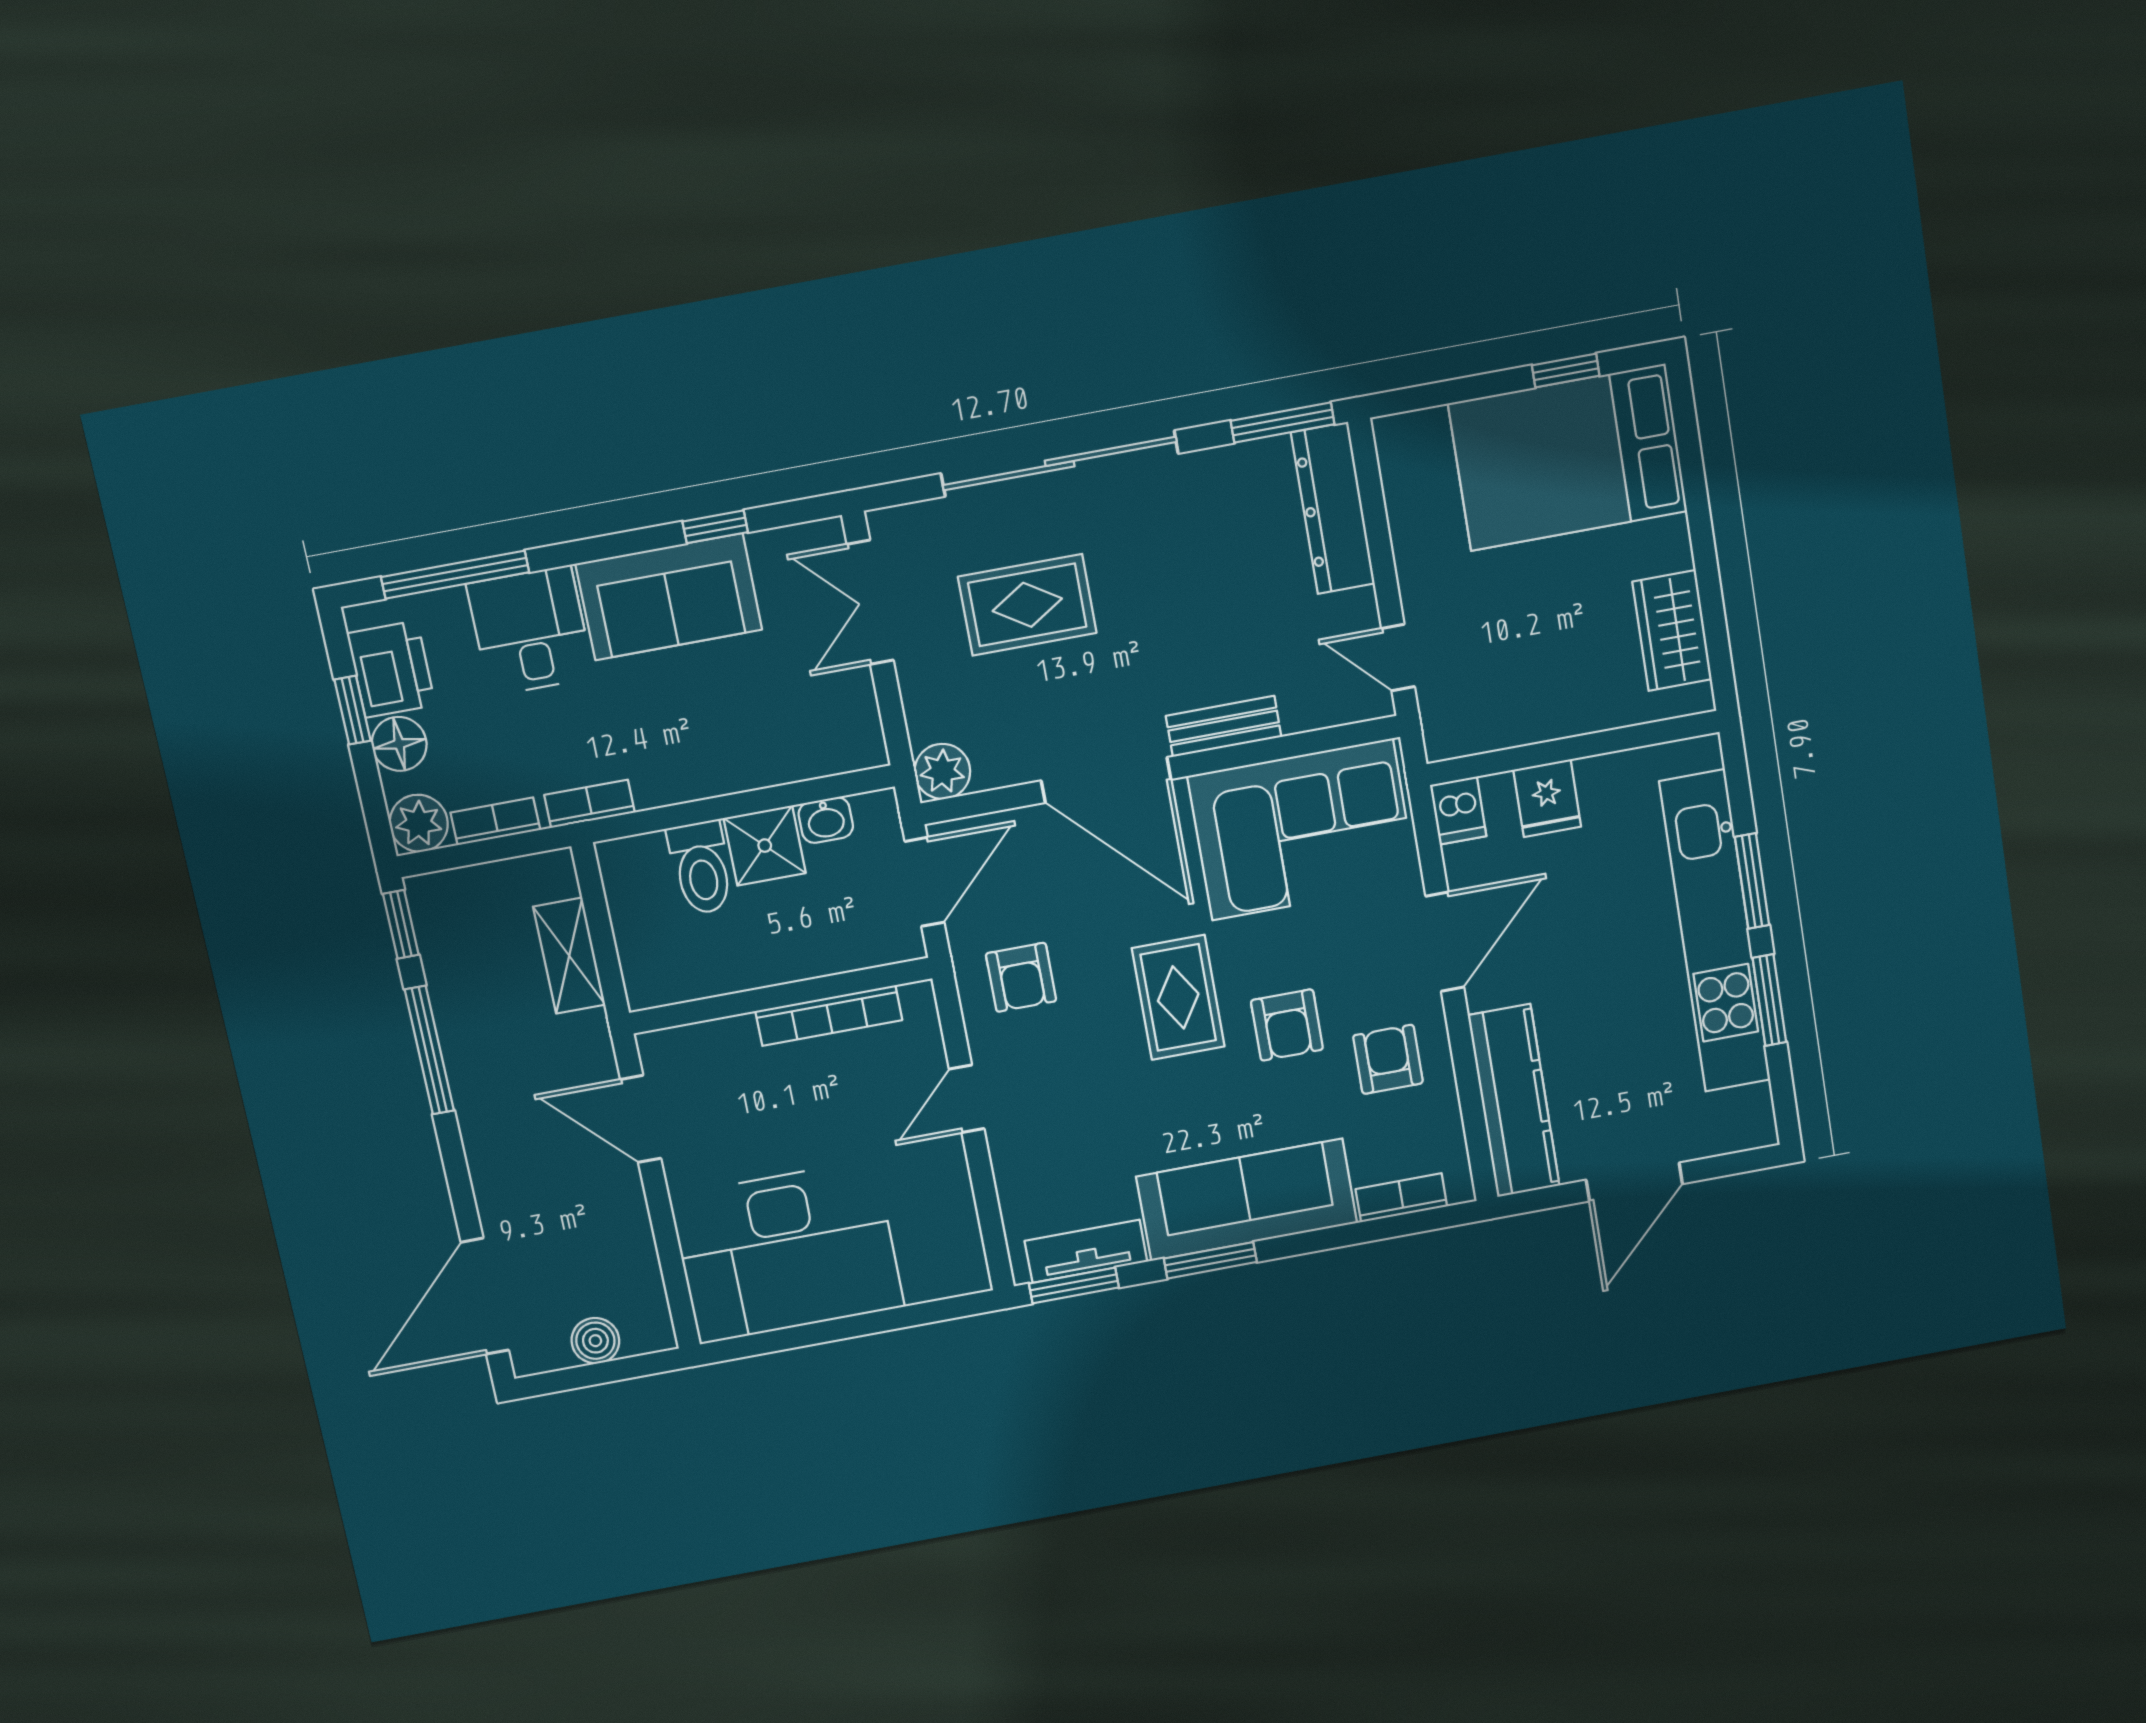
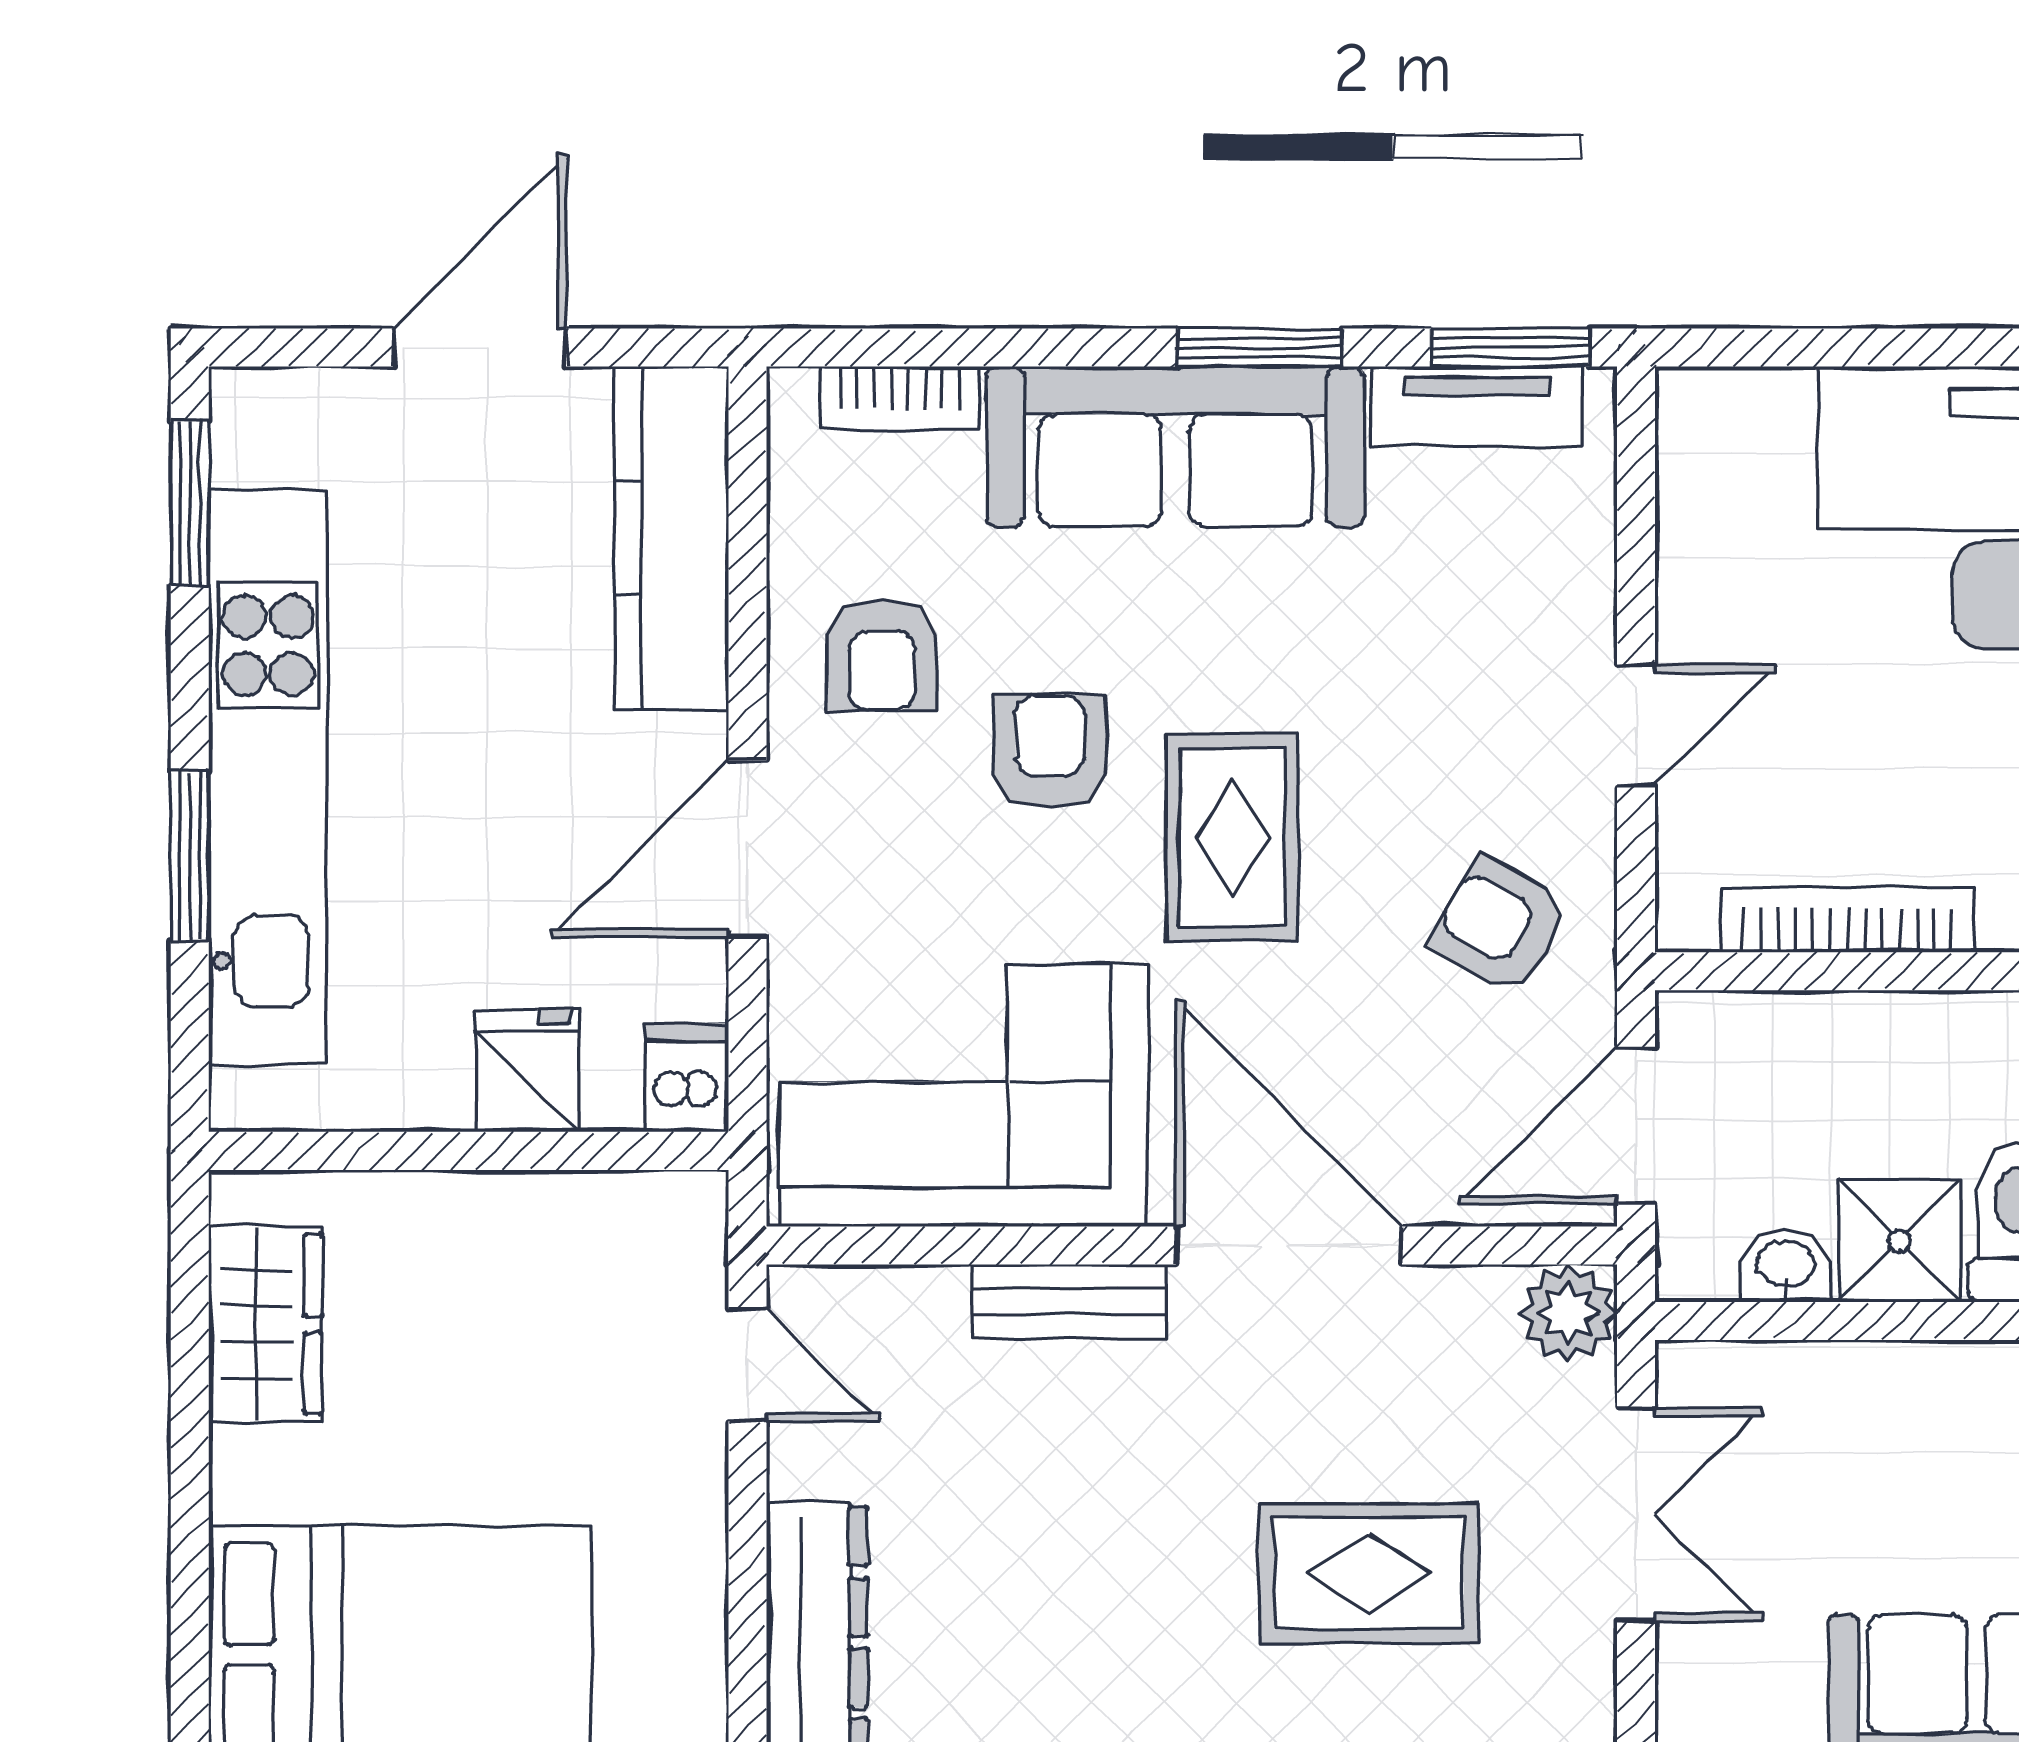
double door: (870, 602) -> (1636, 1515), moved
armchair: (1021, 977) -> (1500, 925), turned -60
window: (1769, 1000) -> (190, 503), moved

